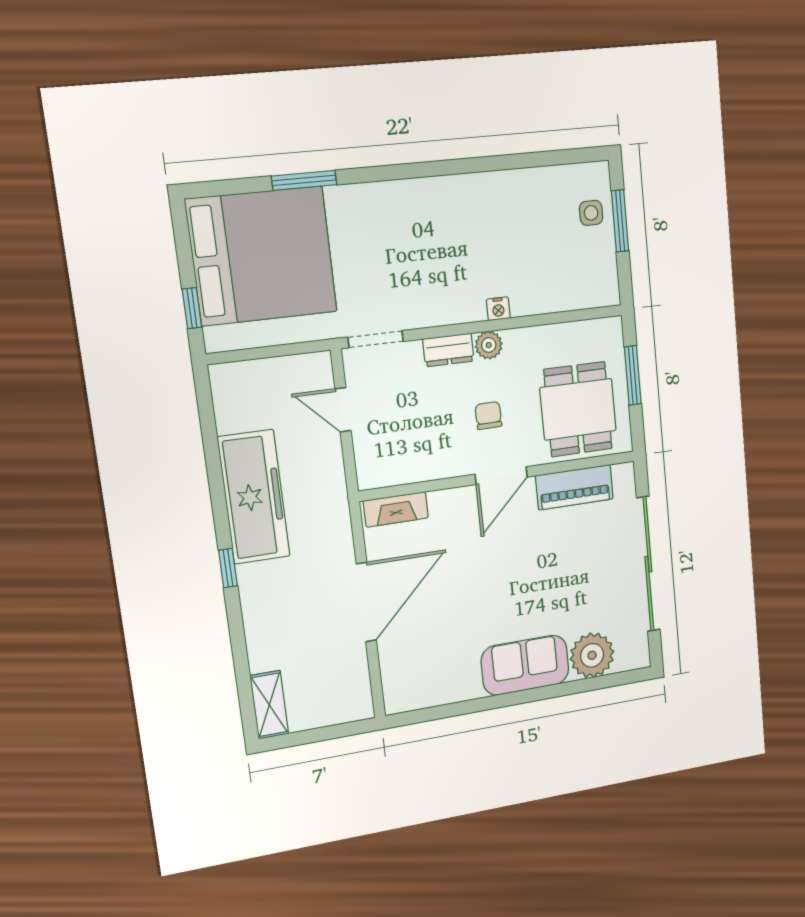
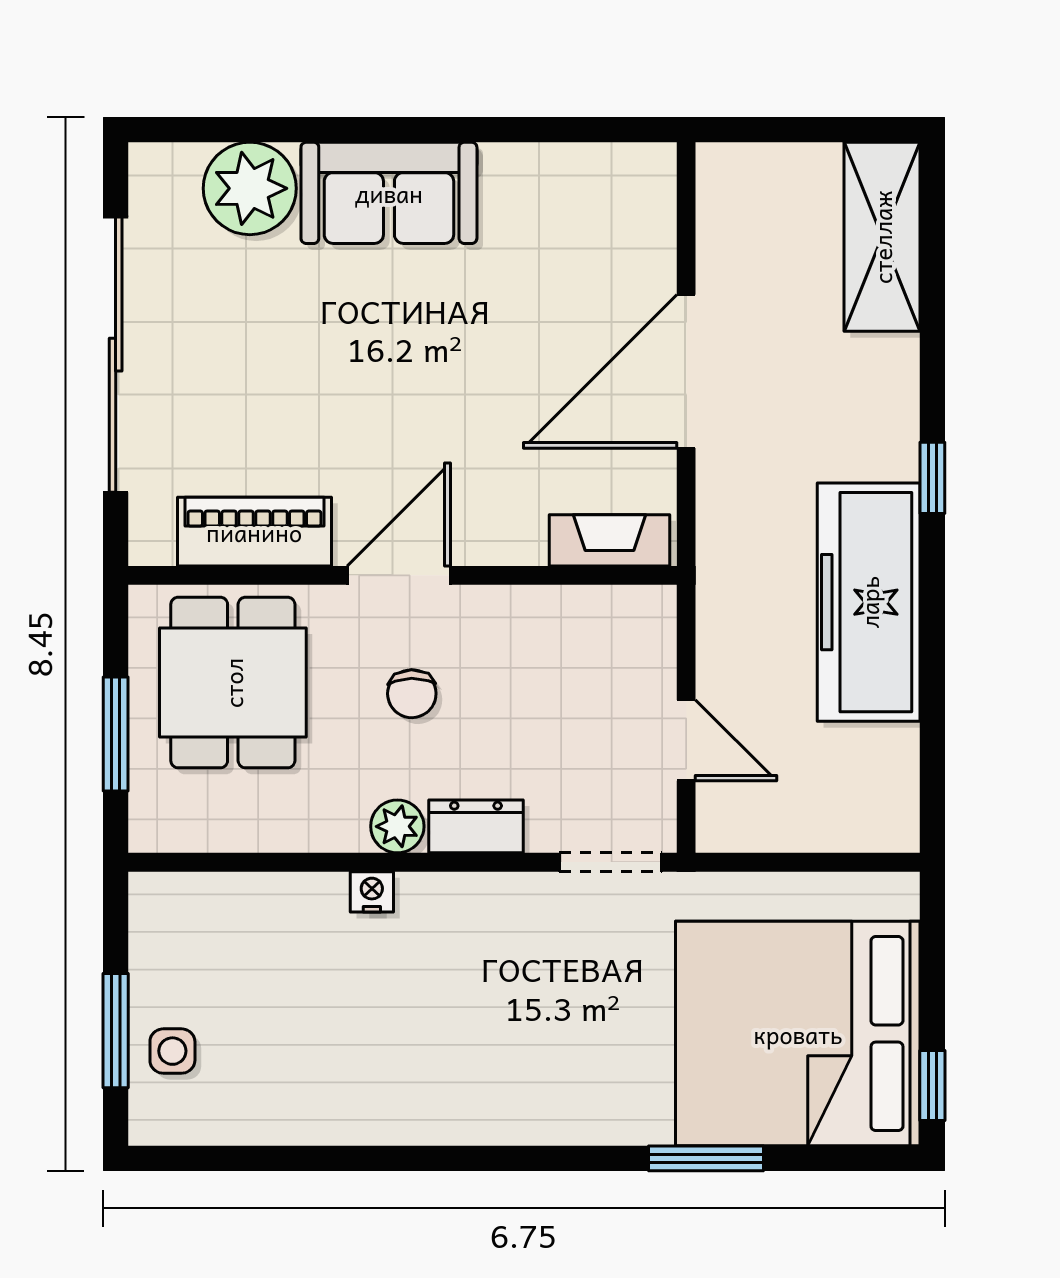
window: (192, 308) -> (932, 1086), moved
shelving: (269, 705) -> (882, 237), width x1.50, depth x1.33

